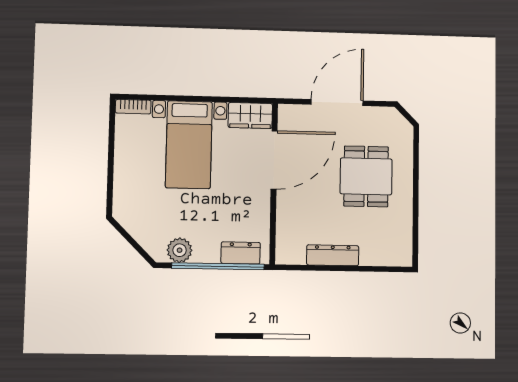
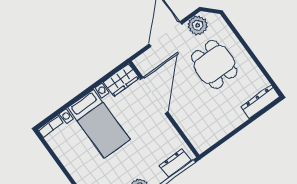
plant: (380, 120) -> (198, 25), added
dresser: (333, 255) -> (261, 102), moved

